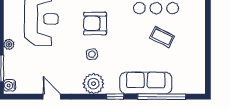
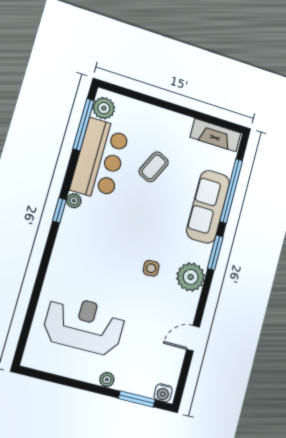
armchair: (95, 23) -> (111, 252), removed
fireplace: (198, 75) -> (215, 135), added
window: (115, 97) -> (215, 253), width x1.50

